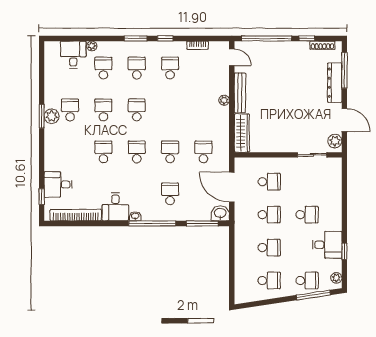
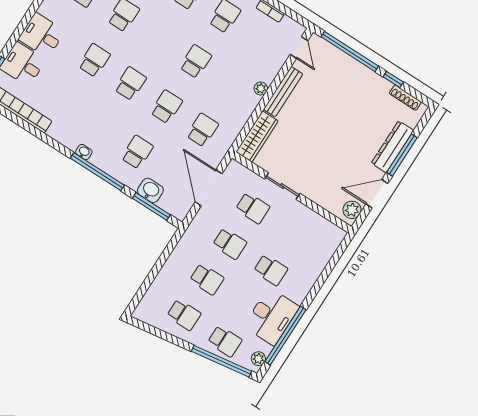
window: (344, 70) -> (402, 155), moved
school desk: (137, 110) -> (196, 61), moved
door: (344, 120) -> (377, 194), swing flipped
sliding door: (312, 155) -> (282, 186), moved
desk: (115, 207) -> (42, 35), moved, turned 90
washbasin: (220, 213) -> (150, 190), moved
desk: (327, 245) -> (271, 317), width x1.37
window: (344, 251) -> (285, 336), width x3.17
window: (313, 295) -> (222, 361), width x1.46

